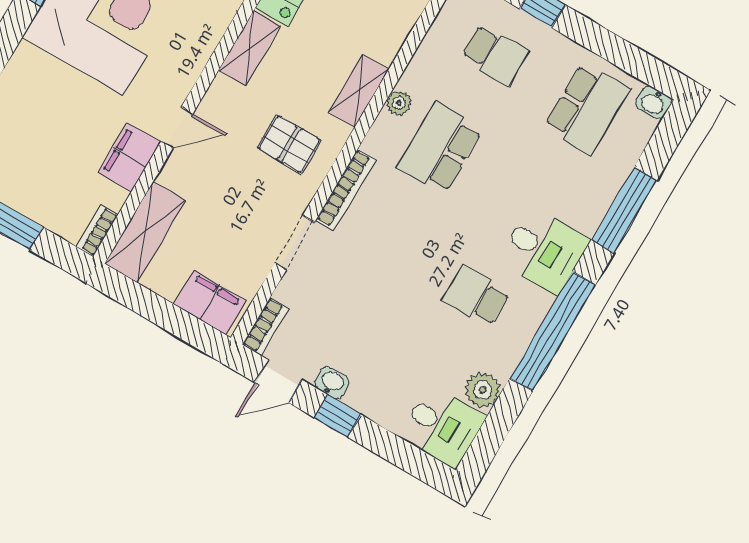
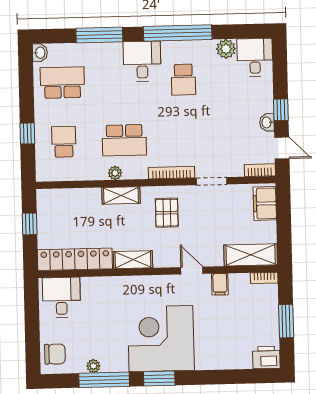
filing cabinet: (130, 157) -> (220, 284), width x0.50

